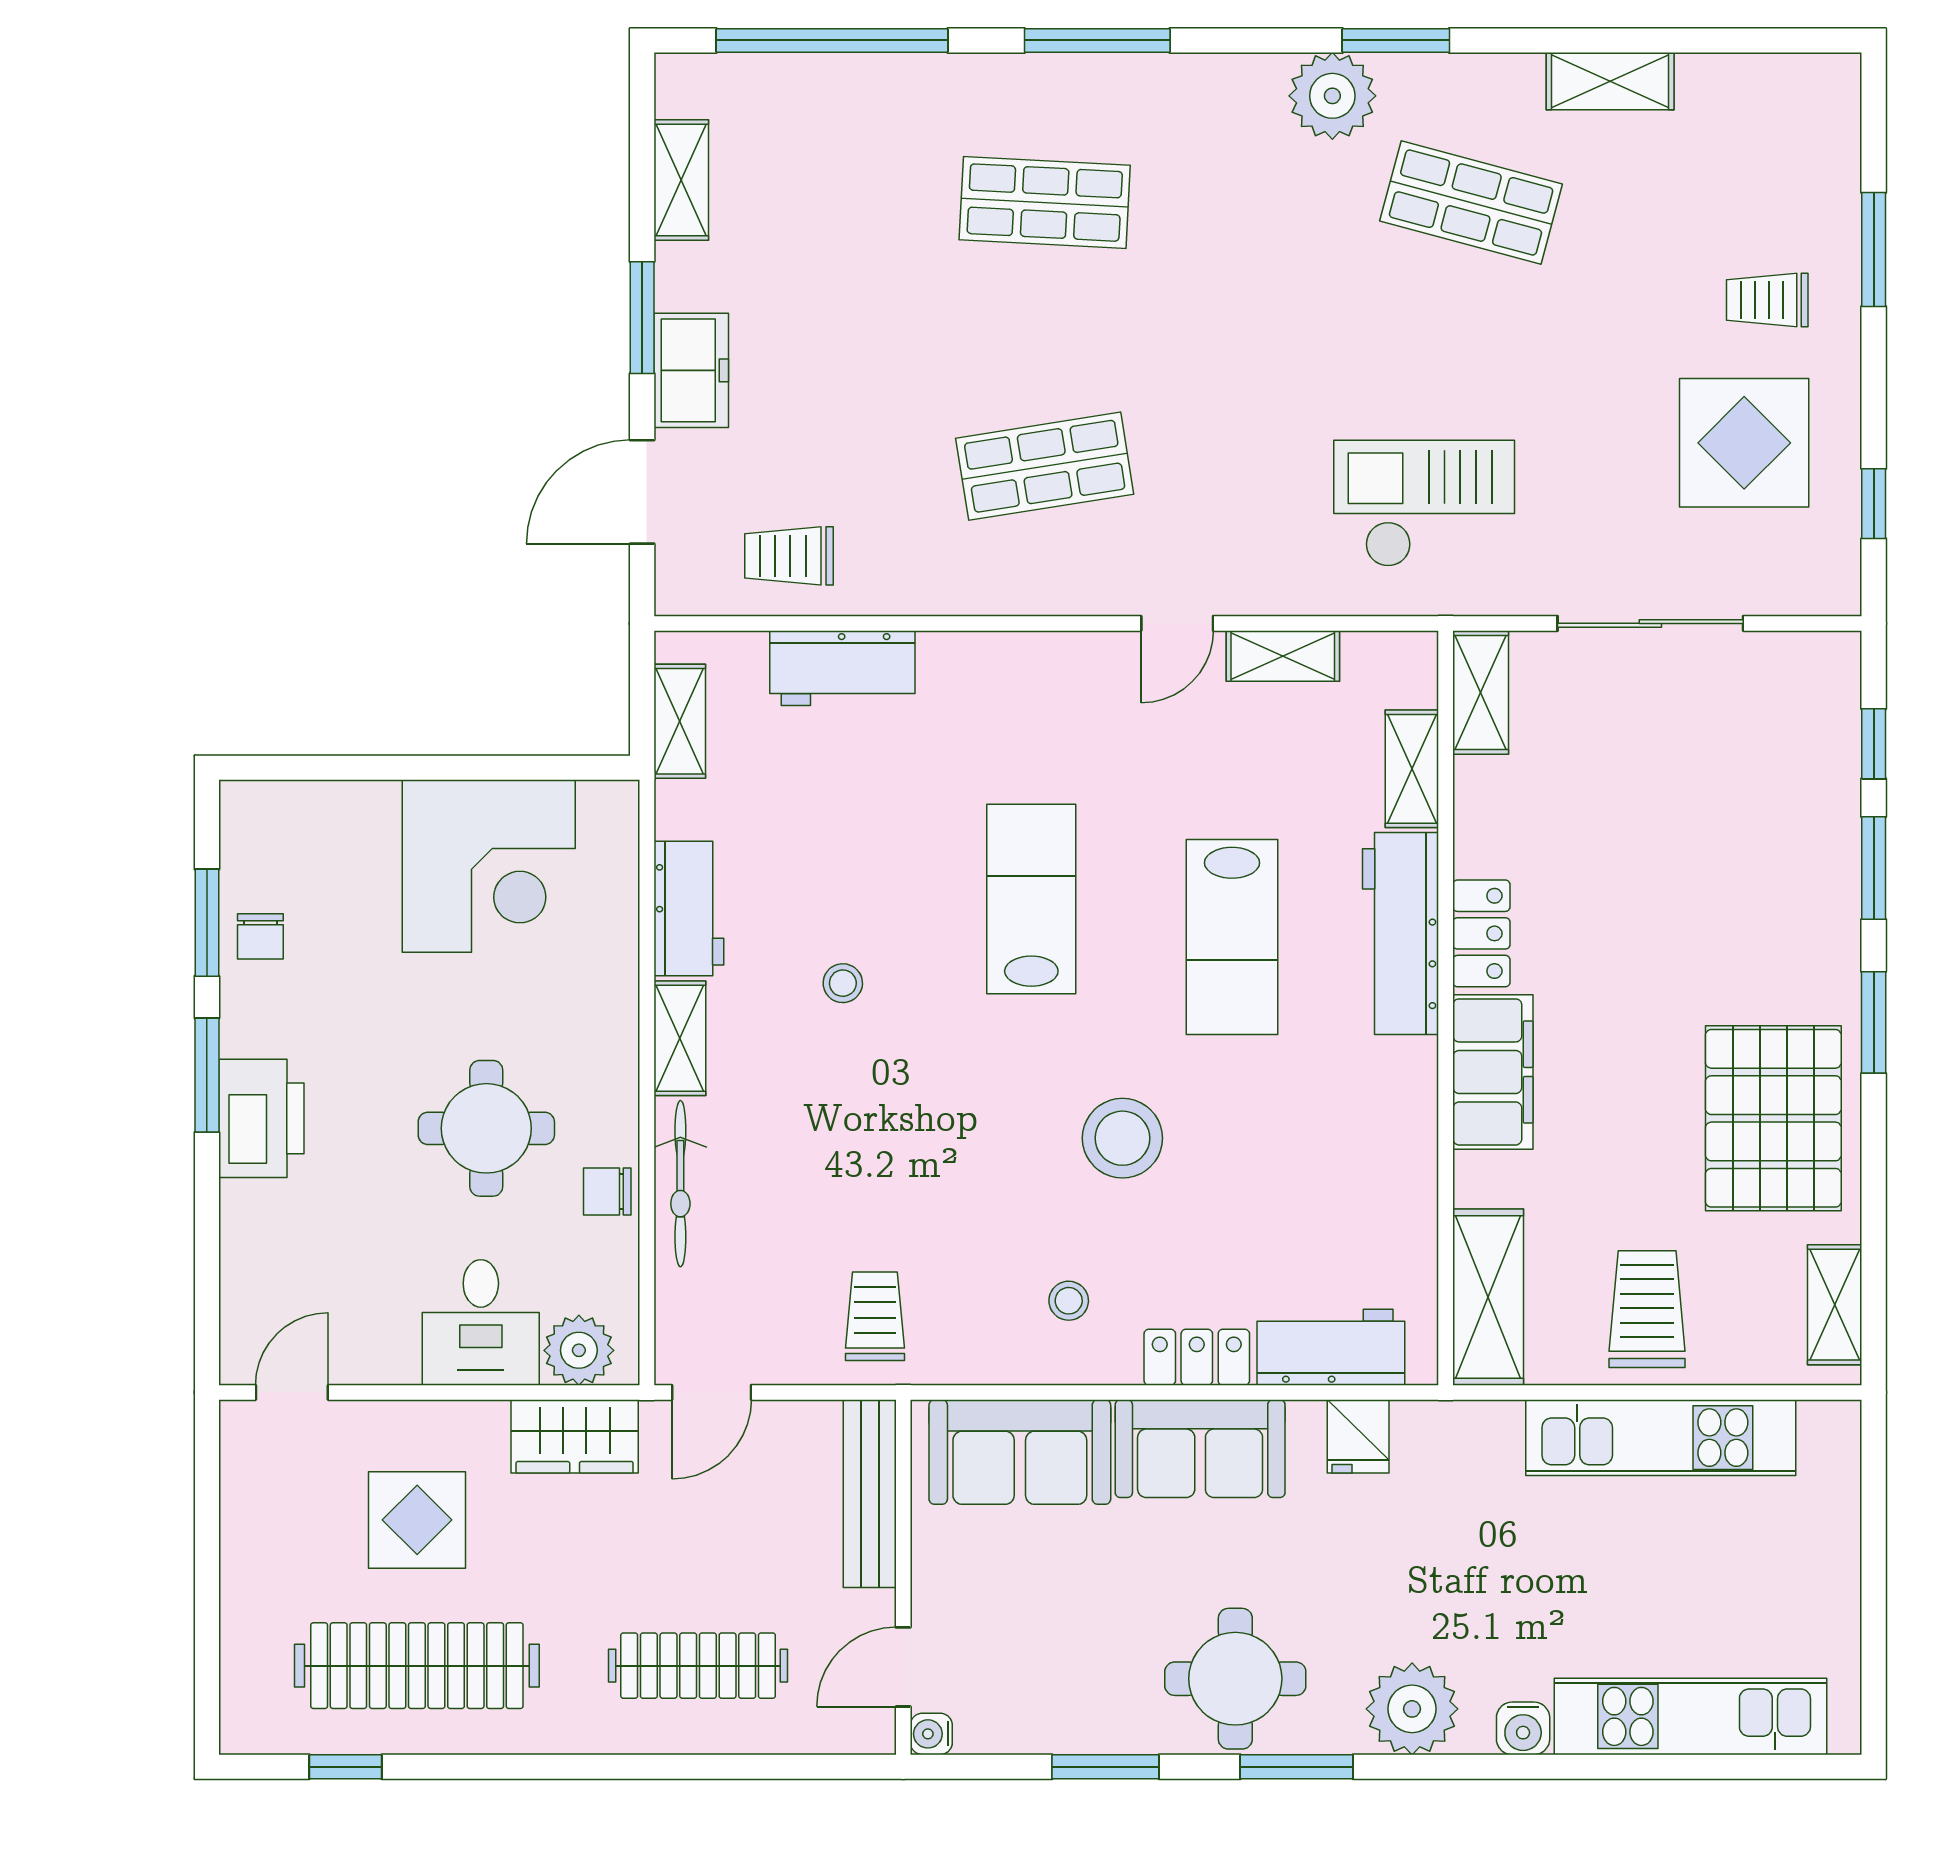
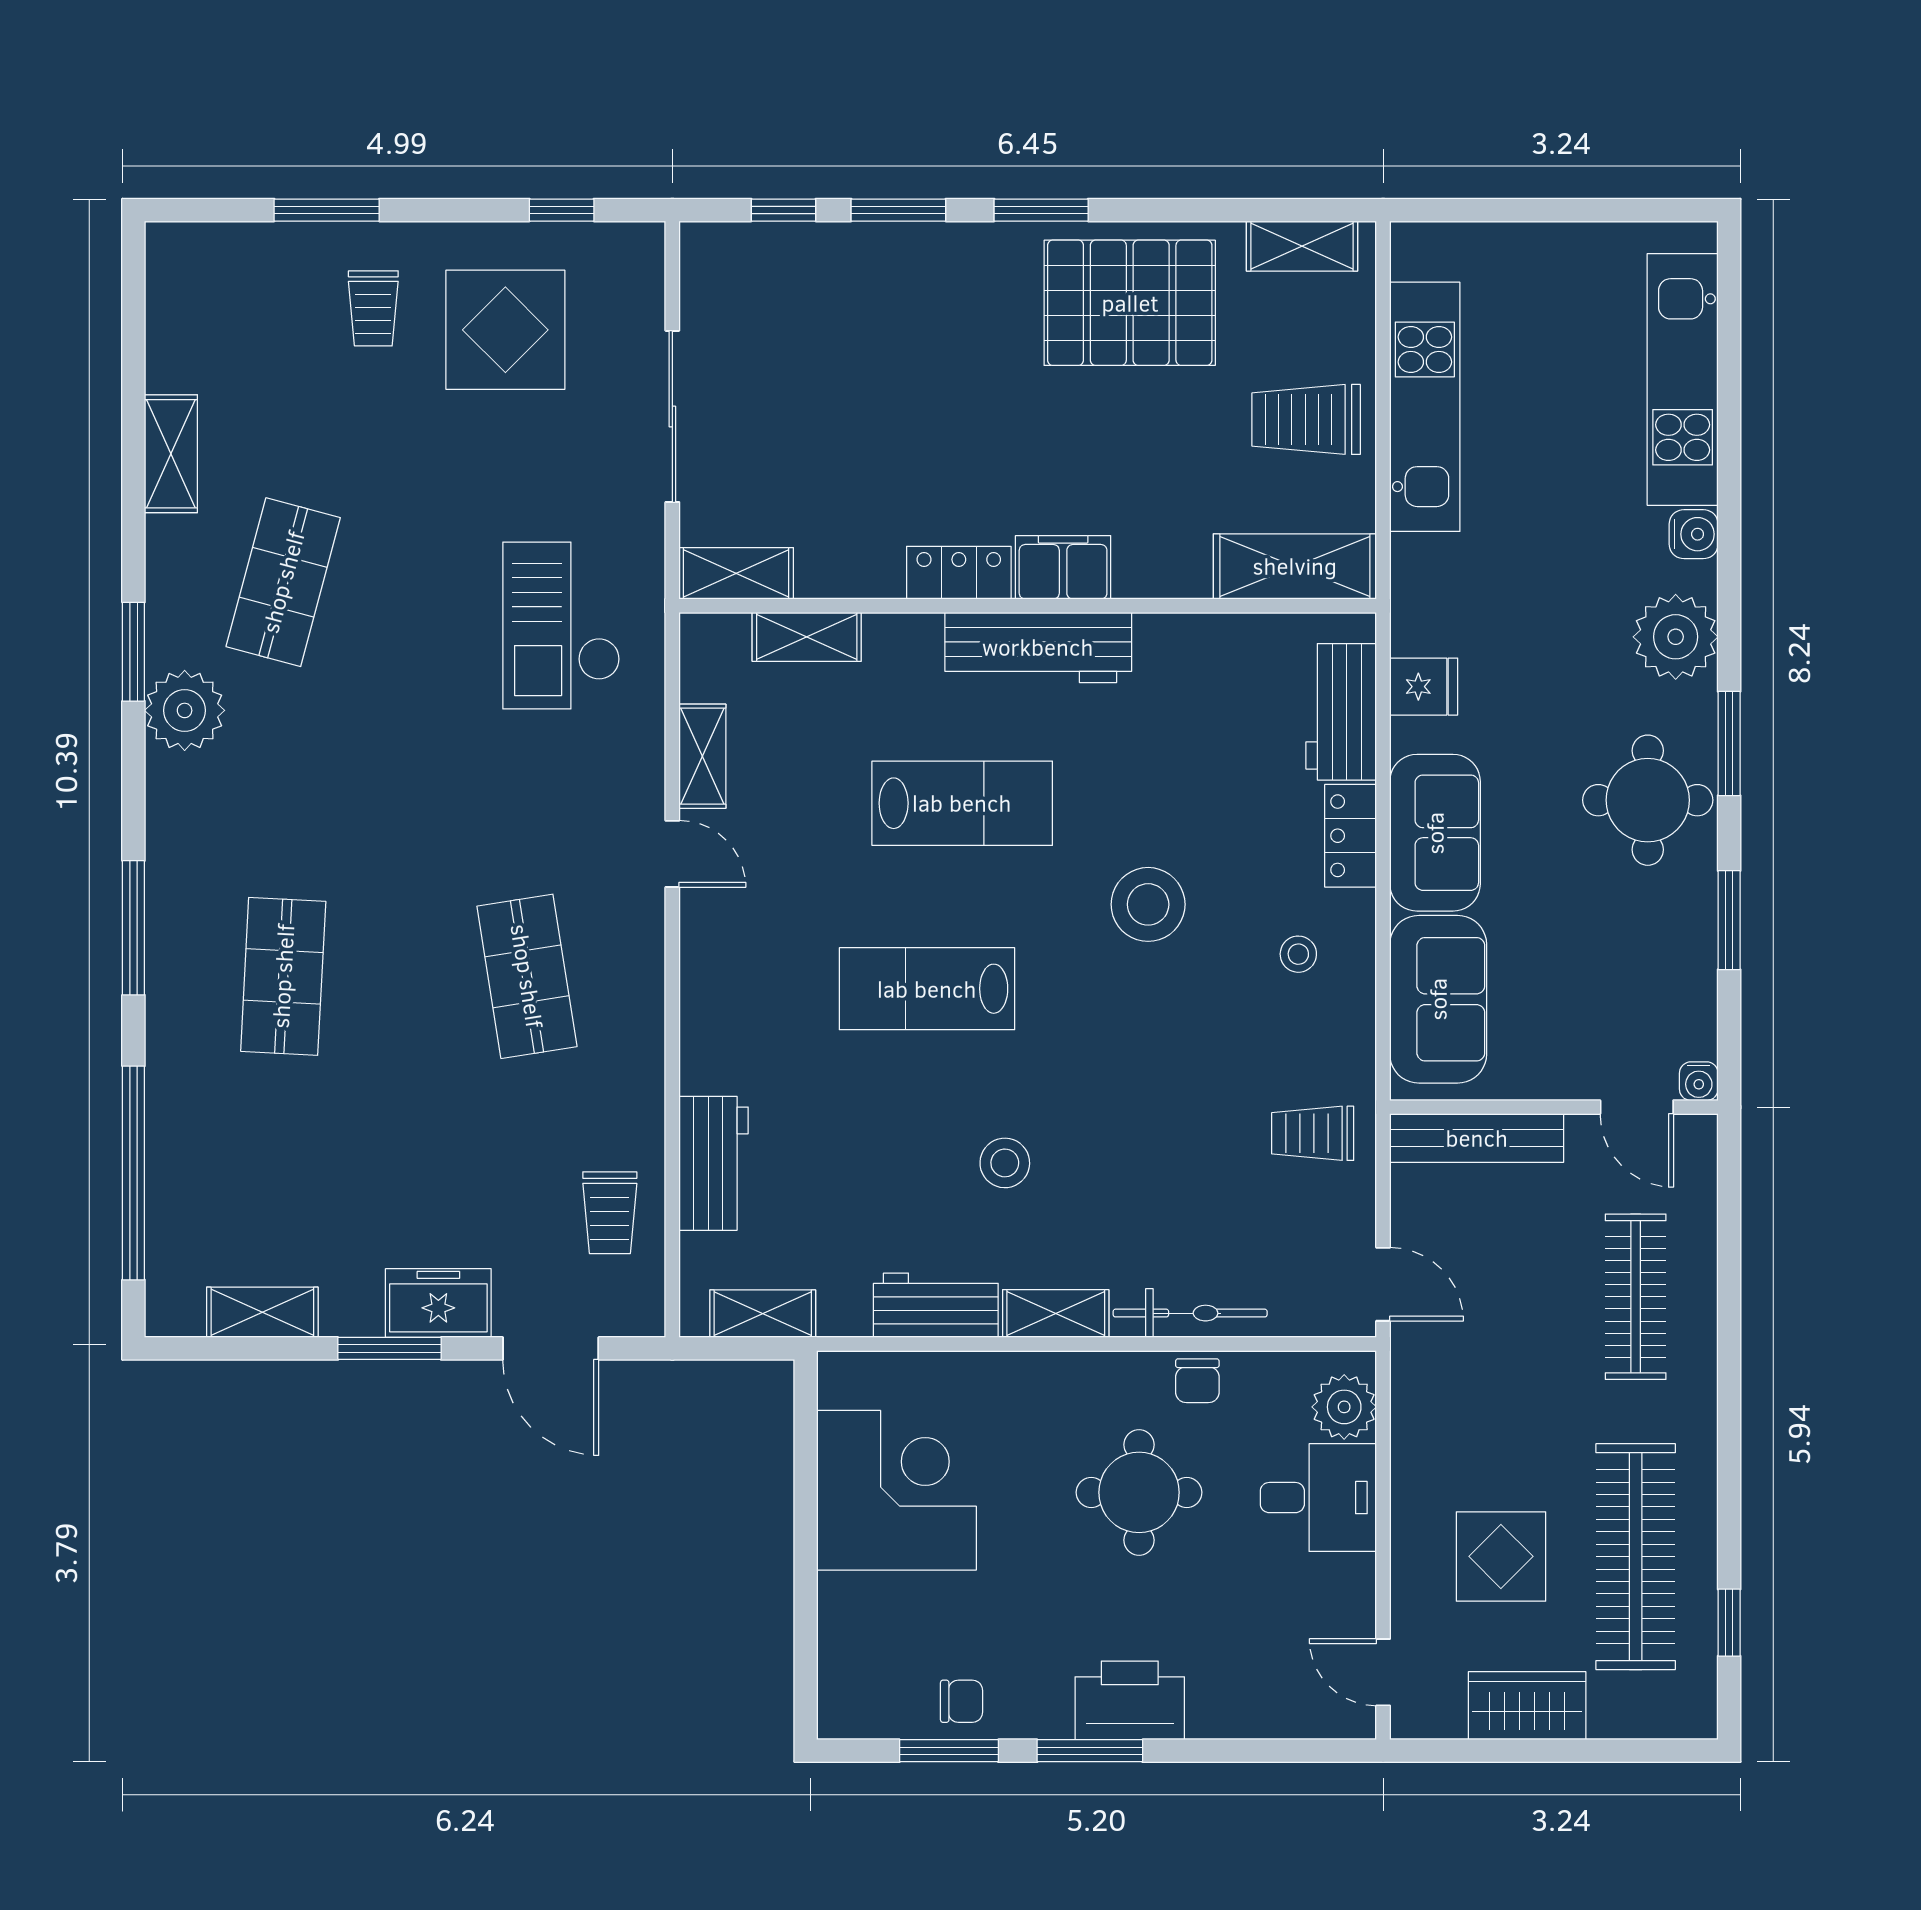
workbench: (1401, 934) -> (1038, 647), moved
stool: (843, 983) -> (1005, 1163), width x1.37, depth x1.37
filing cabinet: (1493, 1072) -> (1063, 567), width x0.67, depth x0.86
wardrobe: (575, 1436) -> (1527, 1706), moved, turned -90

